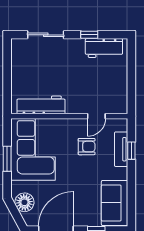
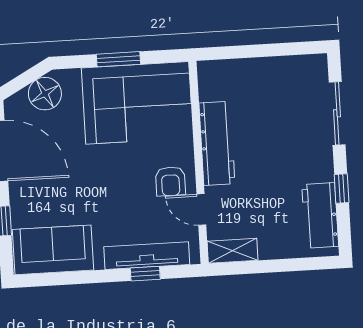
shelving: (121, 100) -> (233, 251), added
workbench: (41, 105) -> (217, 143), moved
armchair: (87, 147) -> (170, 181), moved
tv unit: (121, 149) -> (147, 256), width x1.41

